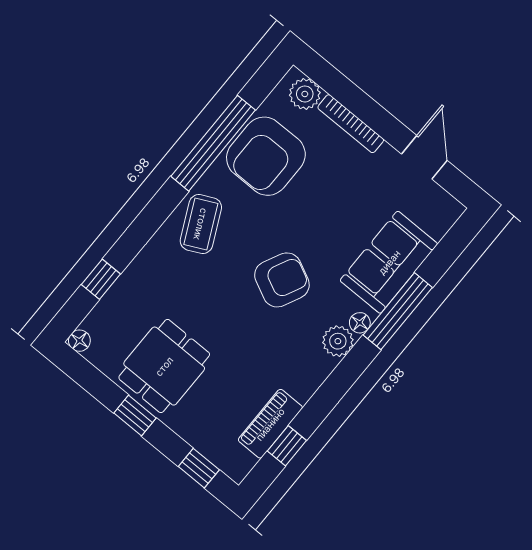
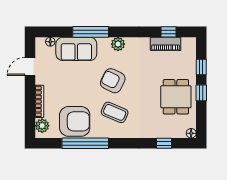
coffee table: (201, 224) -> (115, 112), moved, turned 49
floor lamp: (360, 323) -> (50, 42), moved
dining table: (164, 366) -> (176, 97), turned 90
window: (199, 468) -> (201, 67), moved

